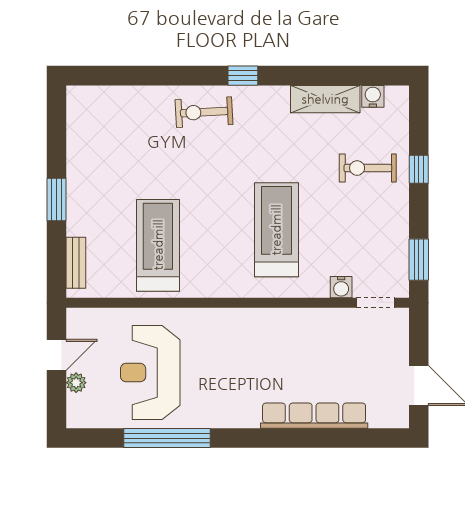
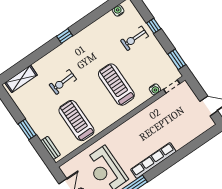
shelving: (325, 99) -> (21, 79), moved
exercise bike: (204, 112) -> (63, 82), moved
row of seats: (314, 416) -> (153, 161), moved

